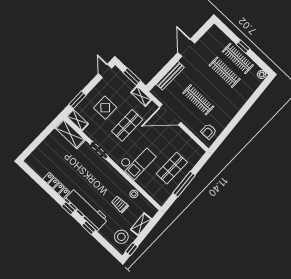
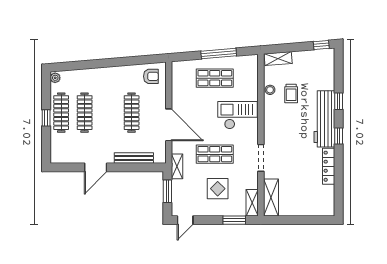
shelving: (141, 224) -> (278, 59), moved
stool: (121, 237) -> (319, 65), removed

